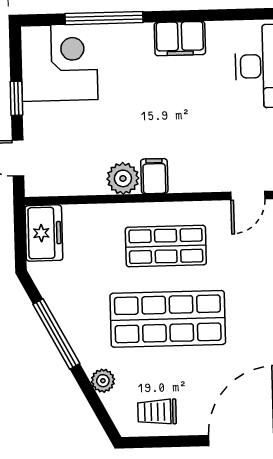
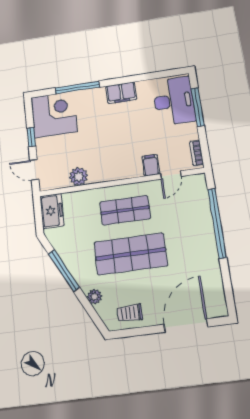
filing cabinet: (154, 176) -> (151, 165), moved
plant: (123, 178) -> (78, 177), moved

